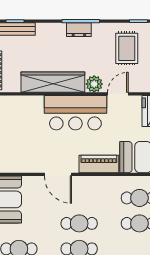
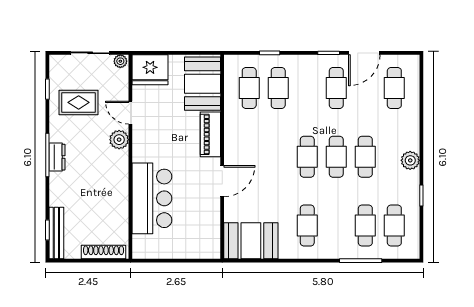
wardrobe: (53, 82) -> (117, 187), removed
bar counter: (75, 113) -> (152, 198), moved
cafe table: (79, 223) -> (278, 157), removed

